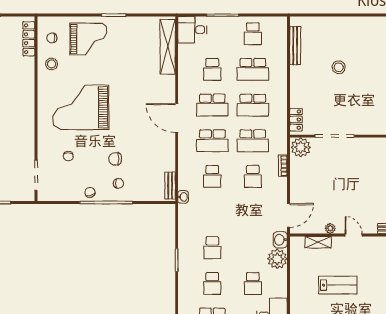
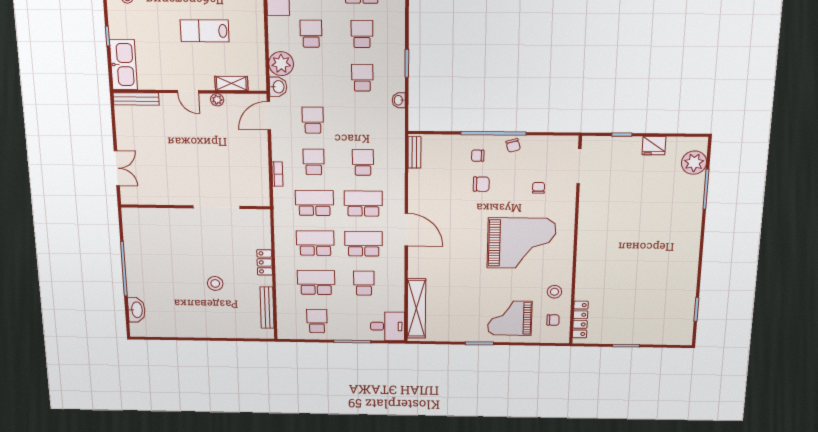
locker: (296, 120) -> (265, 262), moved
plant: (301, 147) -> (257, 195), removed
washbasin: (183, 197) -> (399, 100), moved
school desk: (253, 212) -> (313, 120), added

